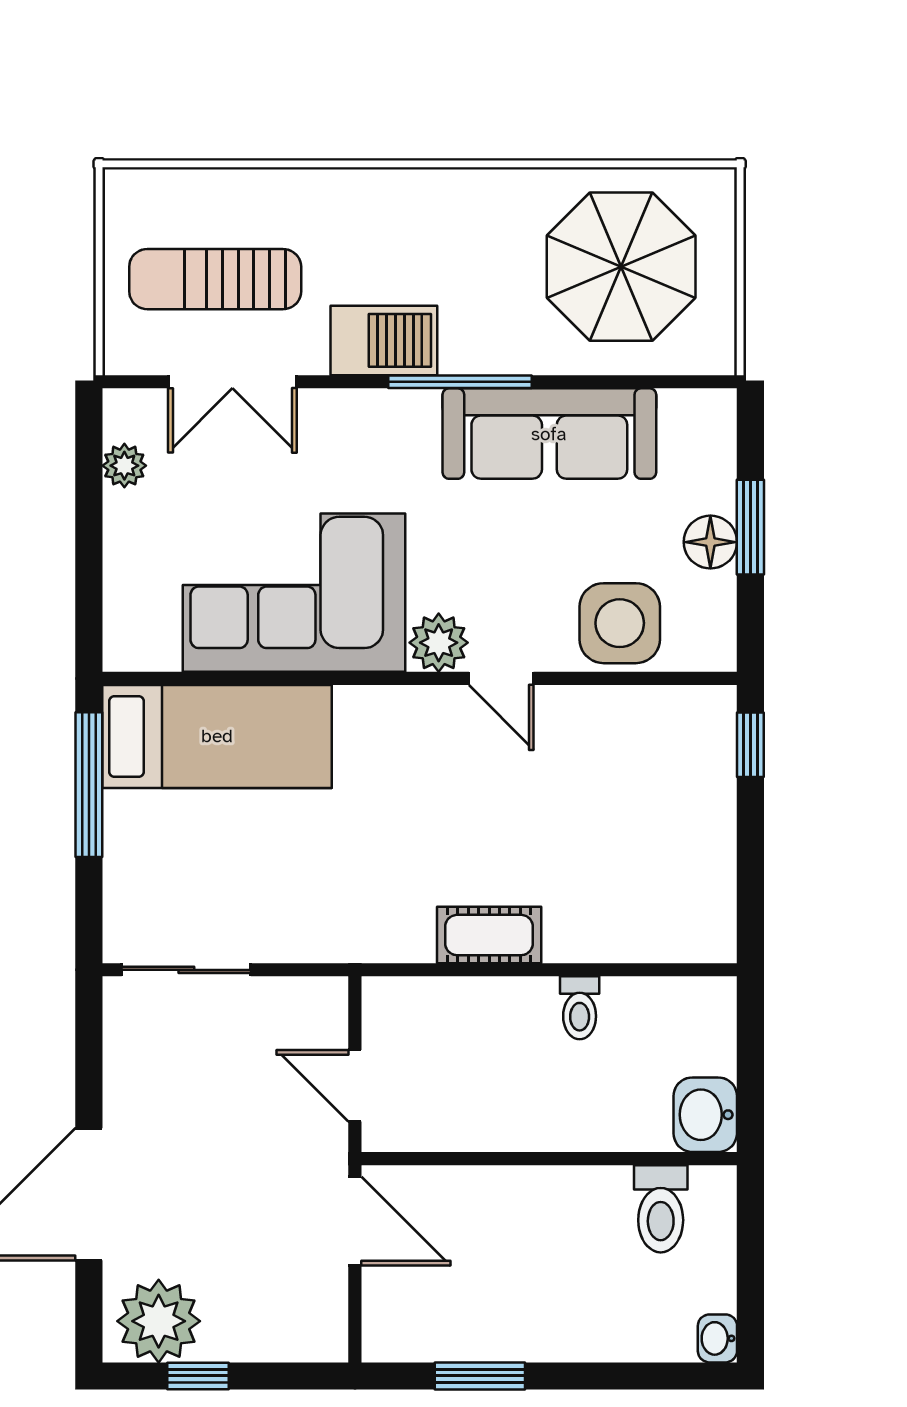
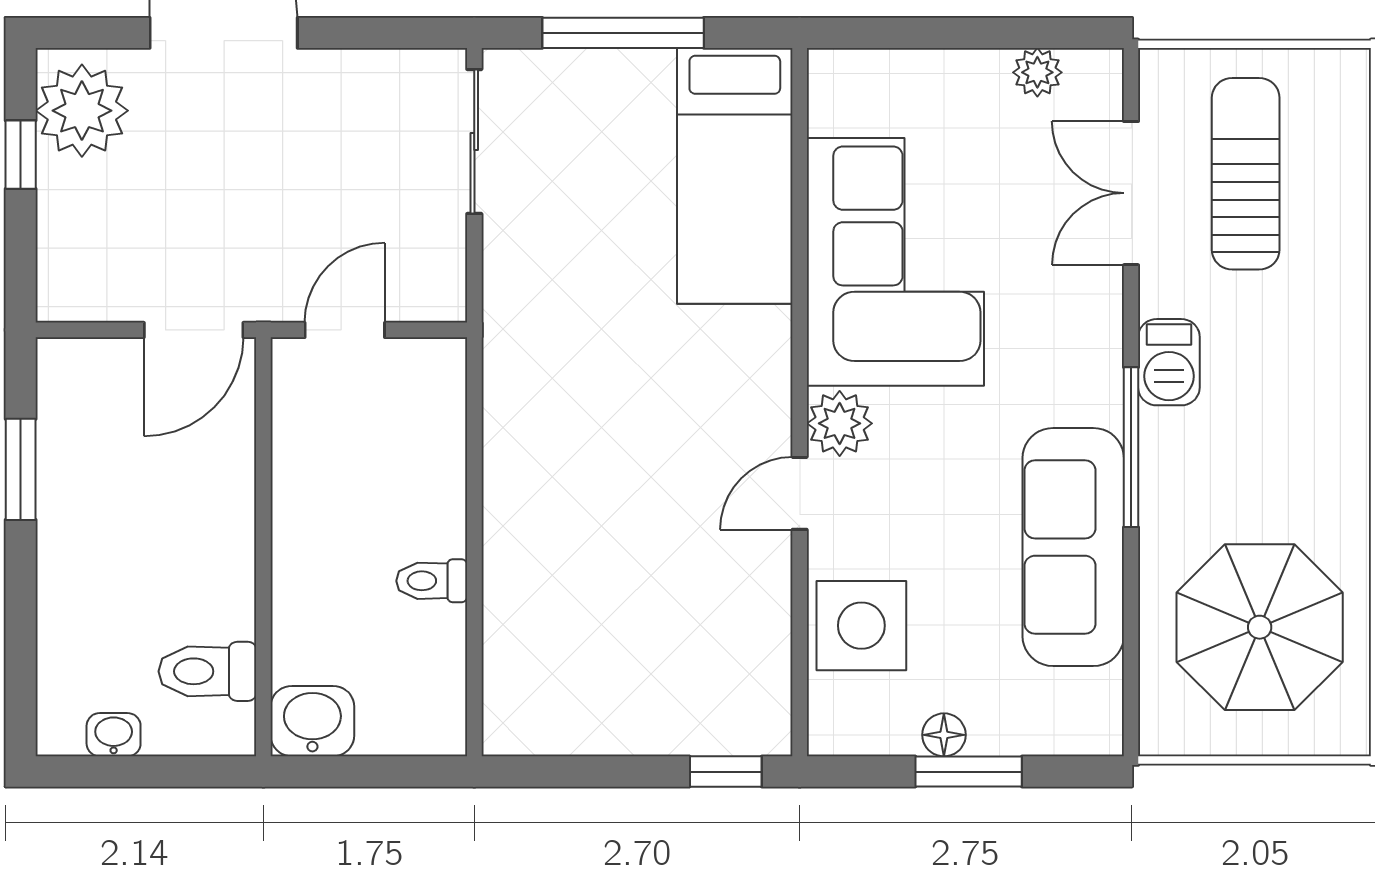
barbecue: (384, 340) -> (1169, 362), width x0.73, depth x0.79
floor lamp: (710, 542) -> (944, 735), width x0.73, depth x0.73
window: (89, 785) -> (623, 33), moved
cot: (489, 935) -> (513, 480), removed
washbasin: (717, 1338) -> (114, 735), moved

